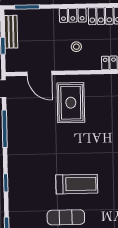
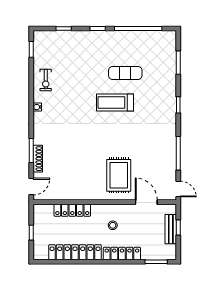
locker: (73, 15) -> (122, 254), width x1.53
bench: (11, 32) -> (171, 229), moved

